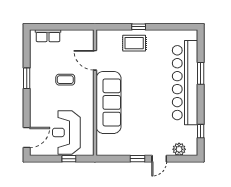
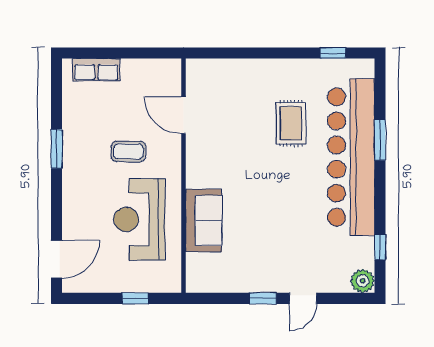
window: (139, 27) -> (333, 53), moved
rug: (134, 43) -> (291, 123), moved, turned 90
sofa: (108, 102) -> (204, 221), width x0.54, depth x0.79
reception desk: (66, 132) -> (139, 219), moved
plant: (179, 149) -> (363, 281), moved

